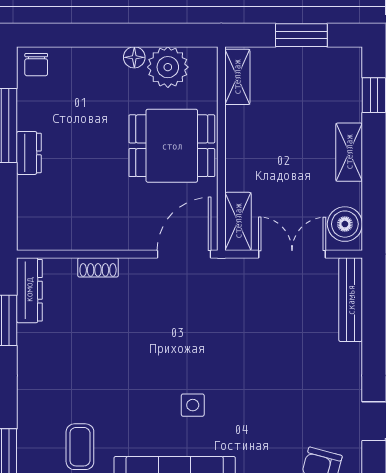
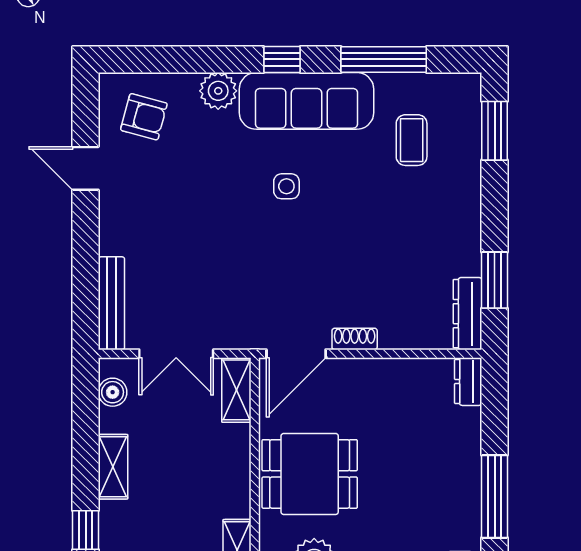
dresser: (29, 153) -> (468, 382), moved
boiler: (345, 224) -> (113, 392), width x0.73, depth x0.73
shoe rack: (98, 267) -> (355, 339), moved

